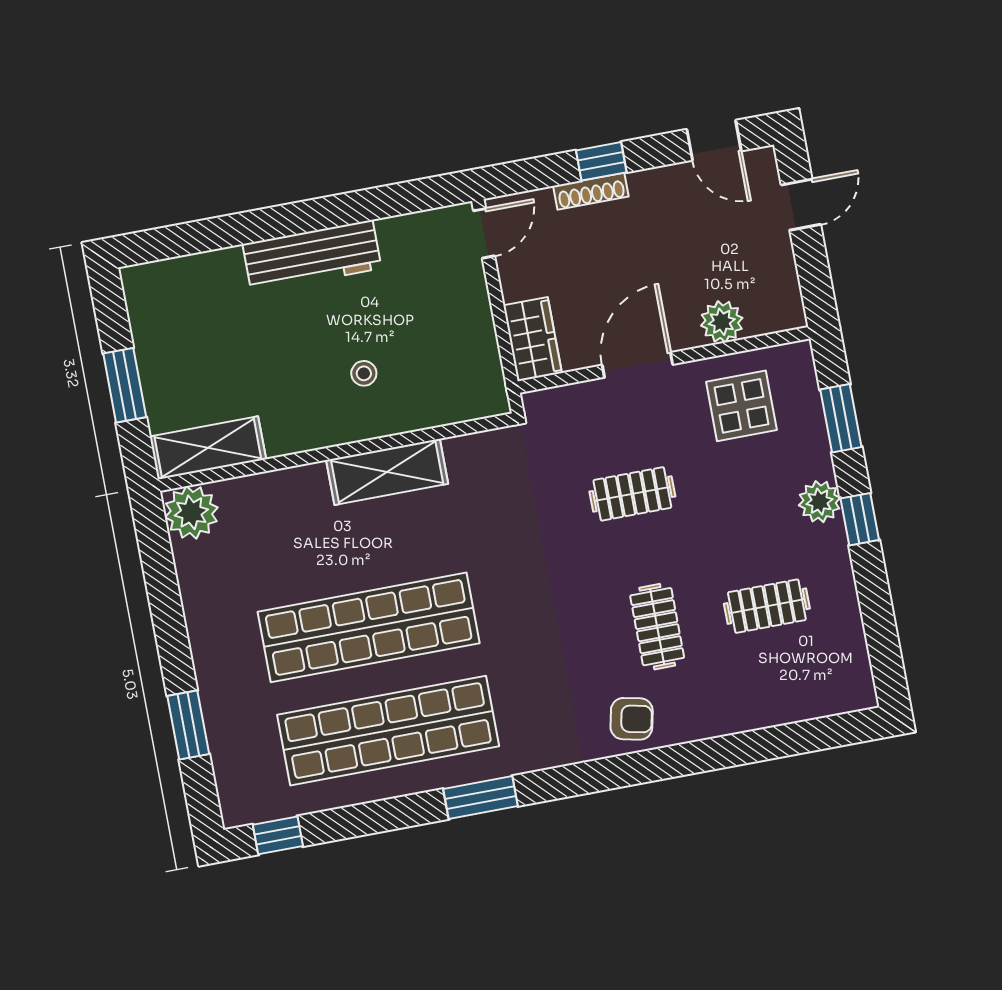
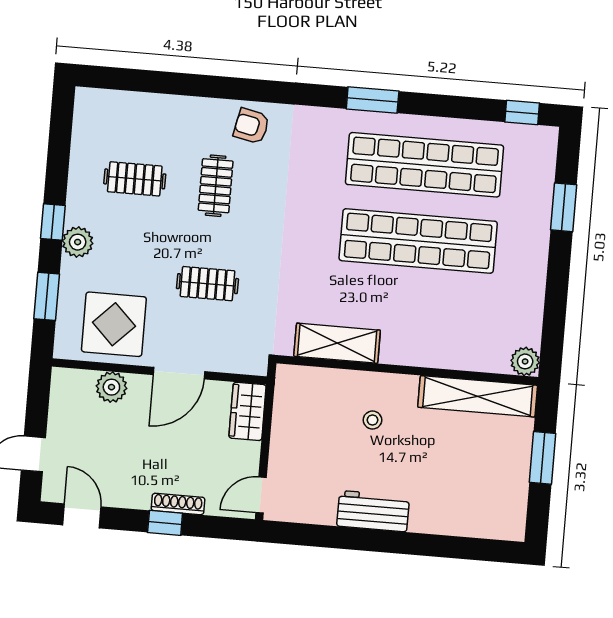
workbench: (312, 256) -> (373, 511), width x0.73
display table: (741, 406) -> (114, 324), width x1.36, depth x1.36
shelving: (208, 448) -> (478, 396), width x1.47
shelving: (387, 472) -> (337, 343), moved
plant: (191, 512) -> (525, 361), width x0.73, depth x0.73

